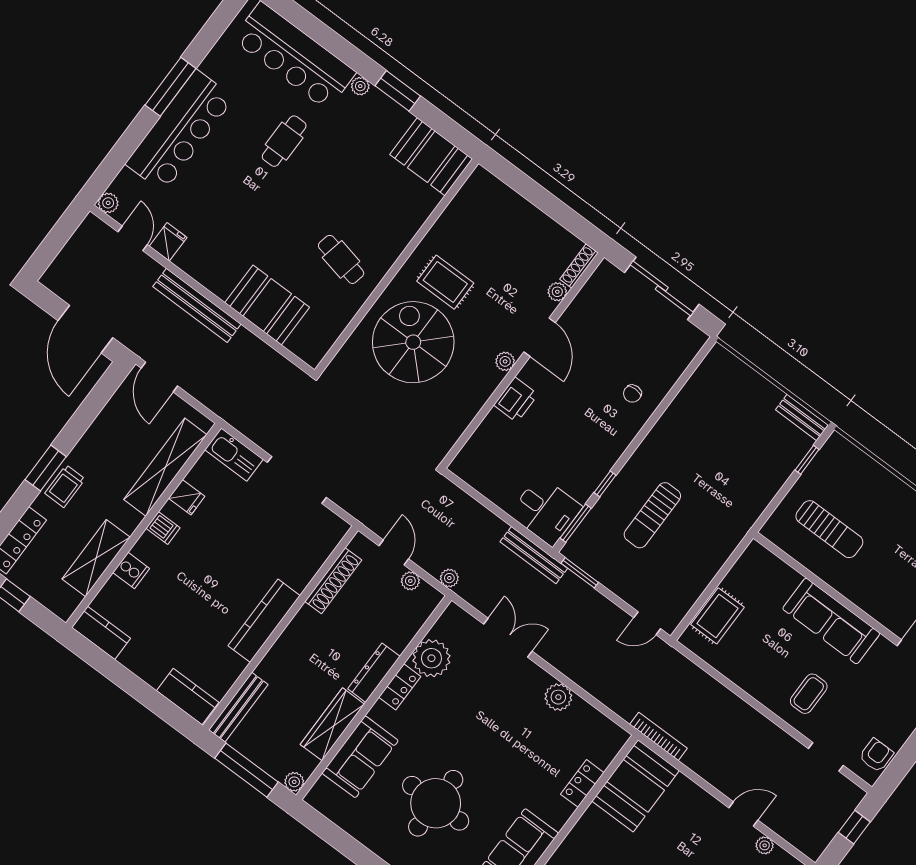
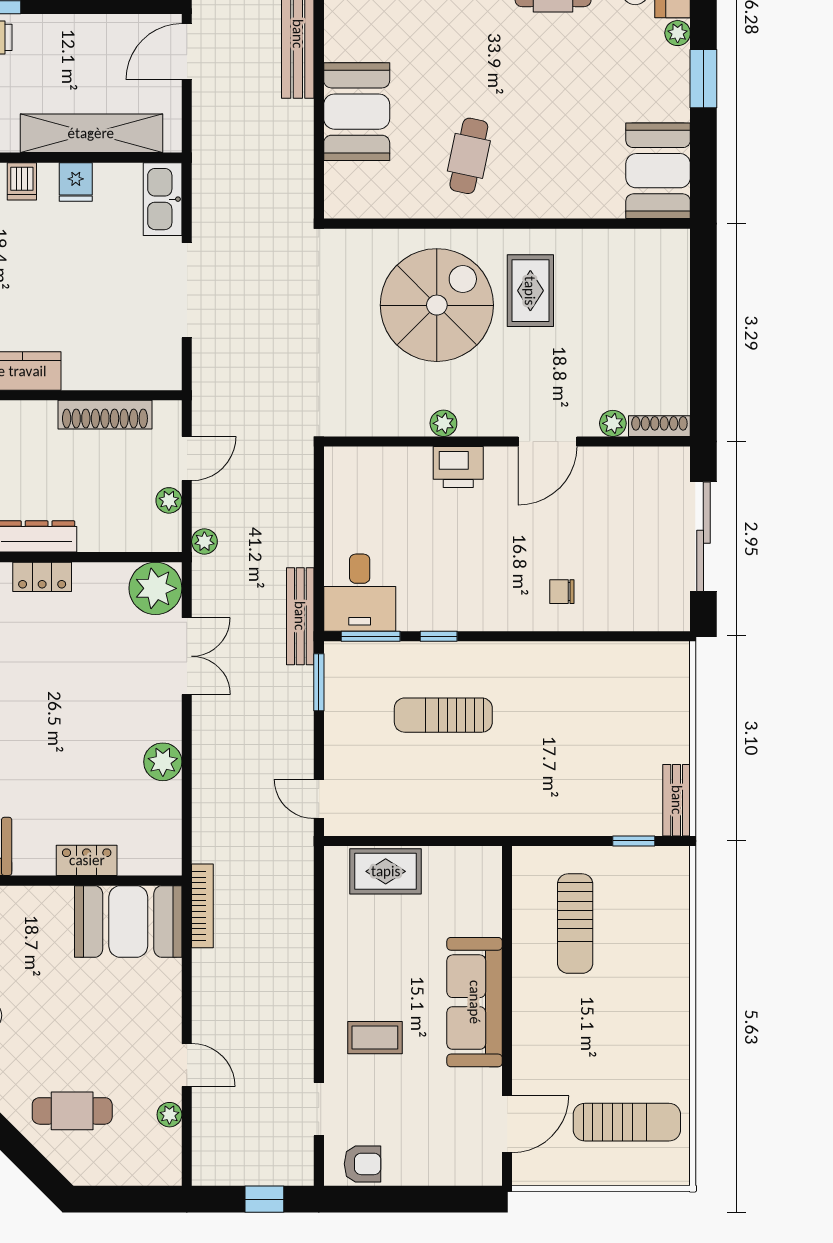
plant: (505, 361) -> (443, 423), moved
plant: (431, 658) -> (155, 588), moved

